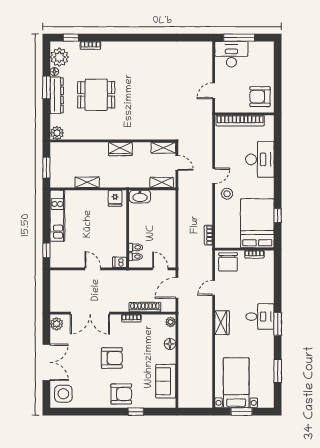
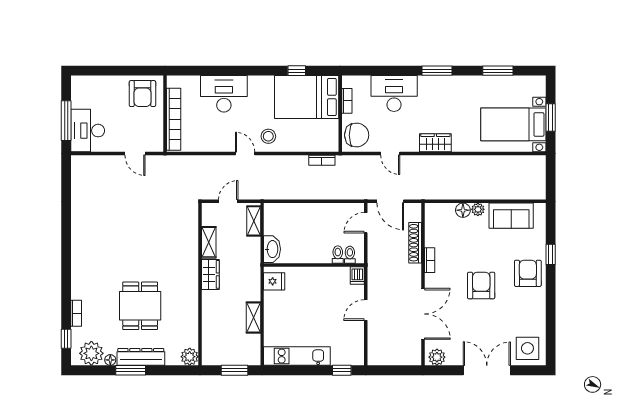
shelving: (163, 148) -> (209, 242), moved
desk: (260, 317) -> (394, 94), moved, width x1.37
plant: (171, 322) -> (478, 209), moved

